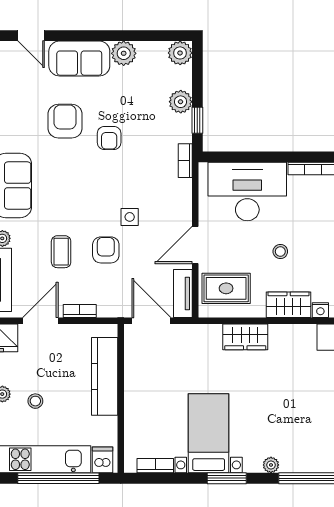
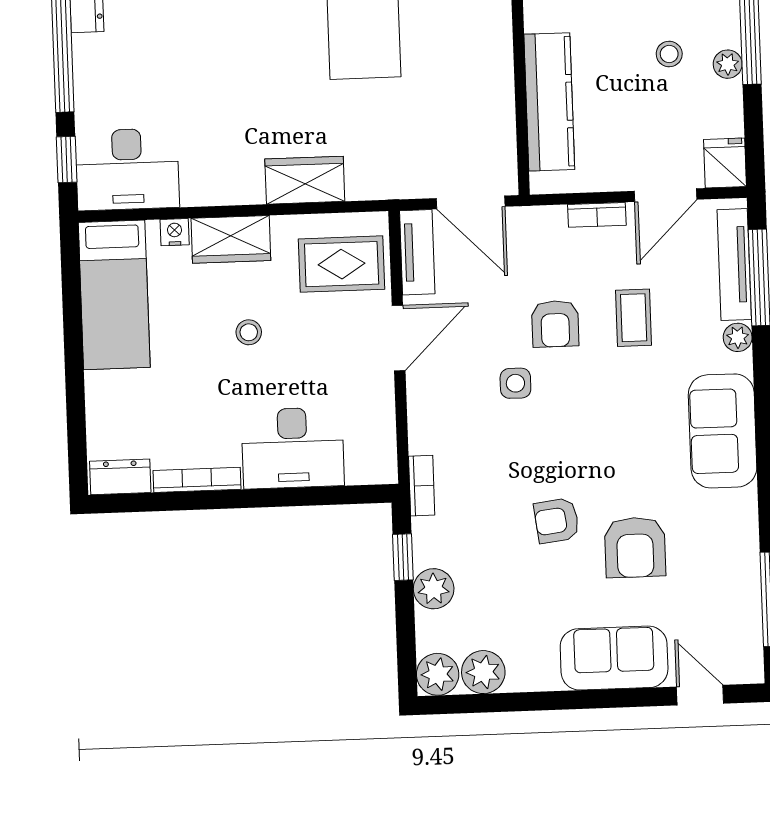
plant: (124, 53) -> (483, 672), moved
armchair: (109, 138) -> (557, 521), turned -97
desk: (247, 192) -> (293, 448), width x0.73, depth x0.77

